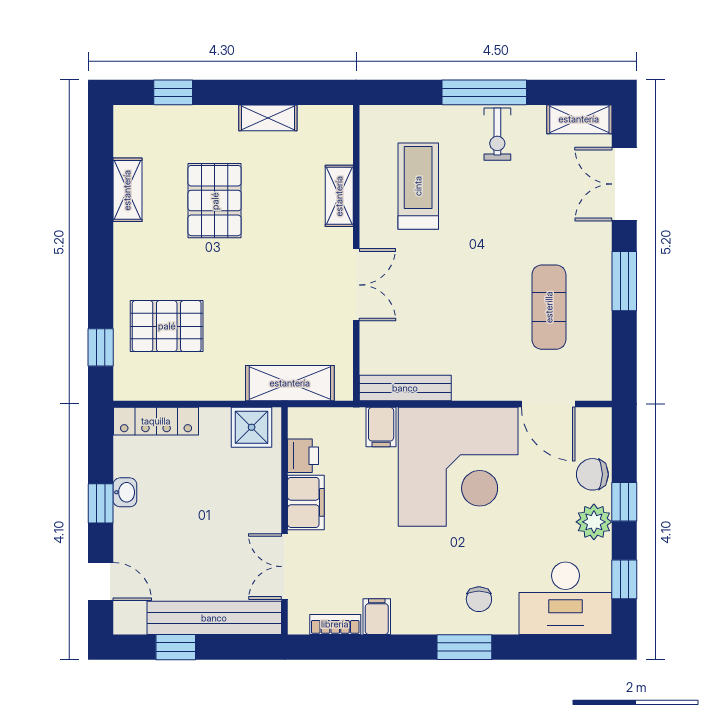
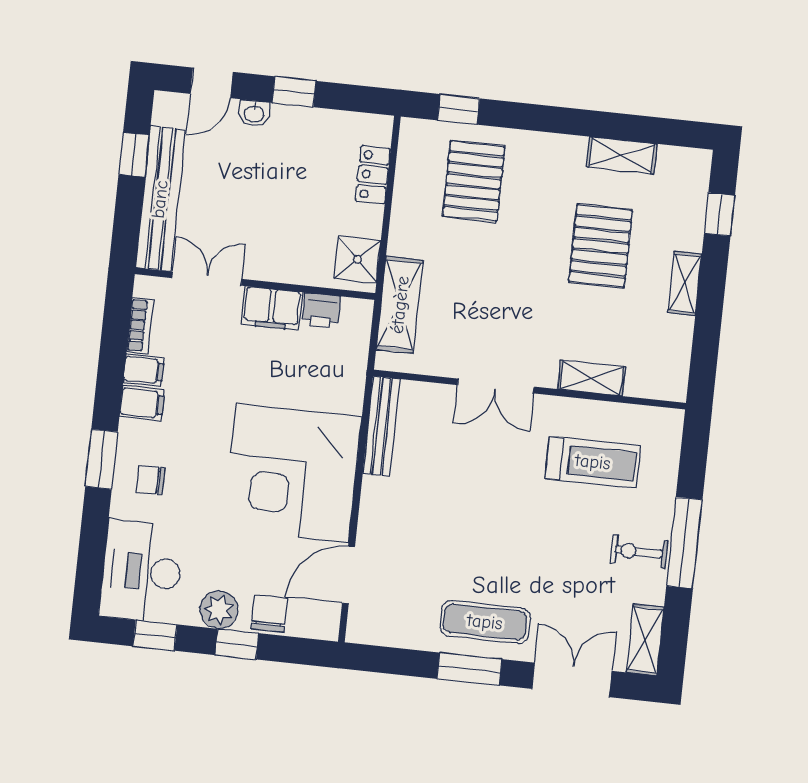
shelving: (268, 118) -> (685, 284), moved
pallet: (215, 201) -> (601, 246), turned 90
exercise mat: (549, 307) -> (485, 622), moved
locker: (156, 421) -> (373, 175), width x0.66
filing cabinet: (381, 427) -> (142, 403), moved, turned 180
washbasin: (125, 492) -> (254, 113), moved

